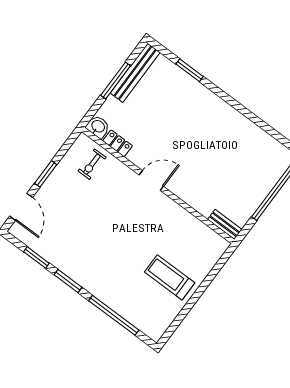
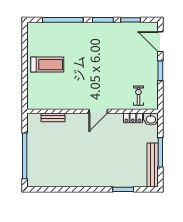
bench: (225, 224) -> (53, 117), moved

